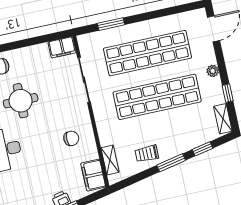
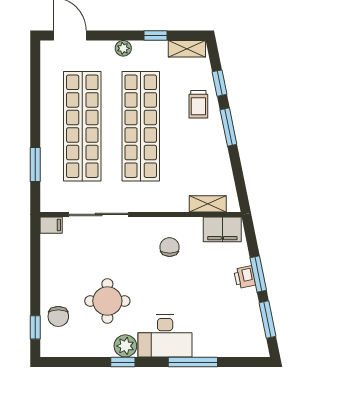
filing cabinet: (62, 47) -> (51, 225), width x0.50
trolley: (147, 154) -> (198, 104), moved

